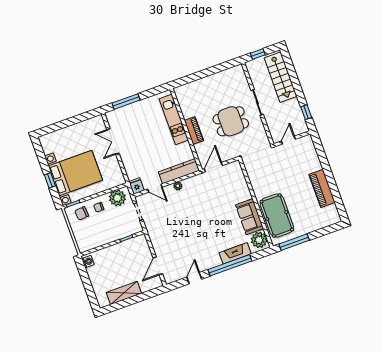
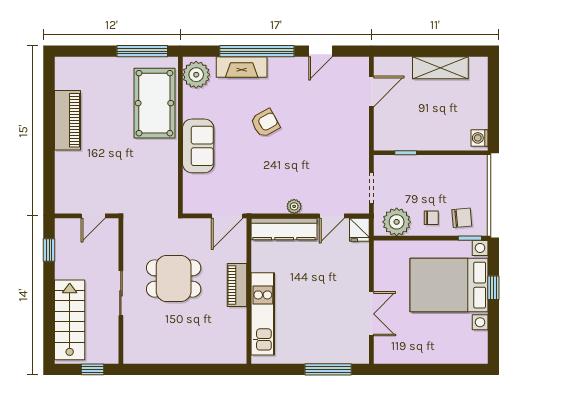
door: (155, 188) -> (332, 216), swing flipped
sofa: (250, 217) -> (198, 146), moved
armchair: (211, 227) -> (265, 123), added

